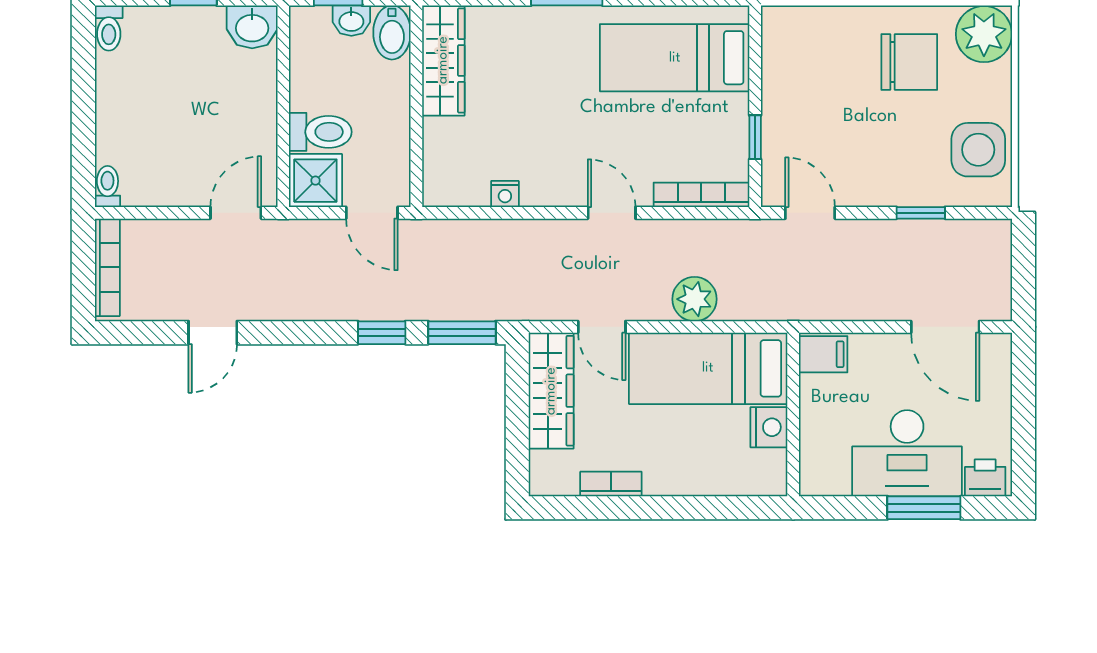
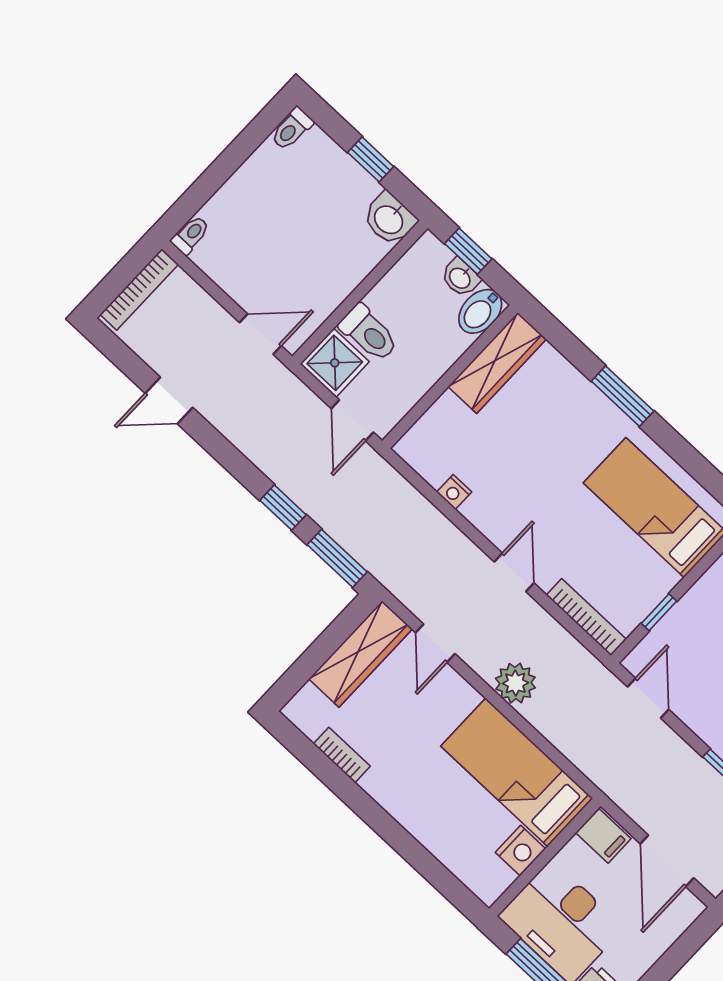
filing cabinet: (823, 354) -> (603, 836), moved
bed: (708, 368) -> (517, 772), moved
wall: (793, 415) -> (545, 857), moved
nightstand: (769, 427) -> (520, 851), moved

